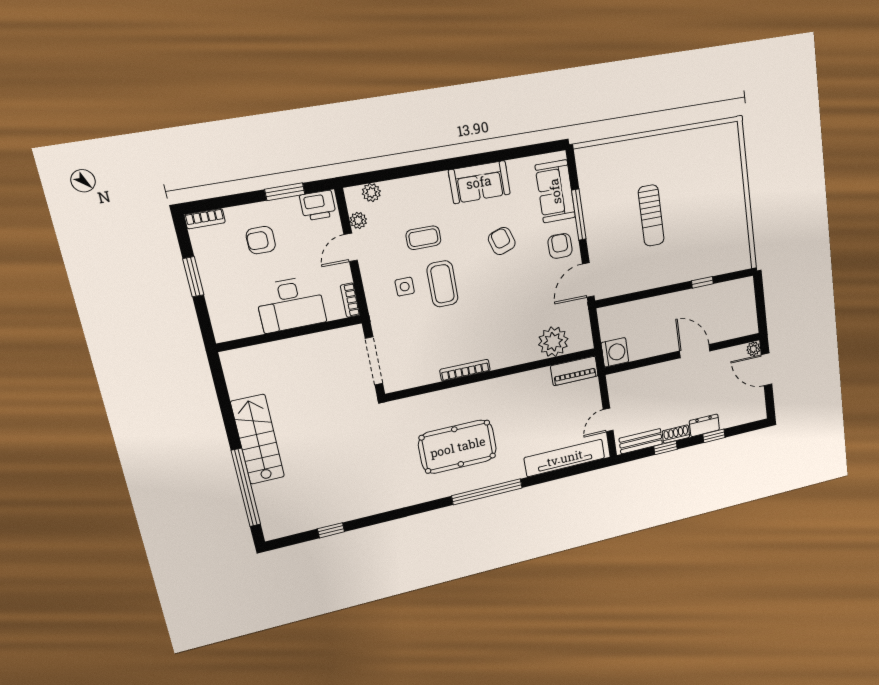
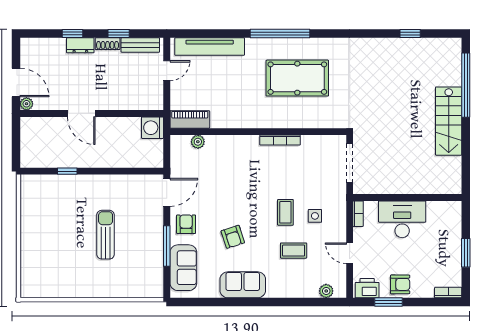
plant: (358, 220) -> (340, 272), removed
armchair: (261, 240) -> (400, 284), moved
armchair: (560, 246) -> (186, 224), turned 180
door: (351, 247) -> (350, 253), swing flipped
coffee table: (442, 284) -> (285, 212), width x0.73, depth x0.77
plant: (553, 342) -> (198, 142), width x0.53, depth x0.53

